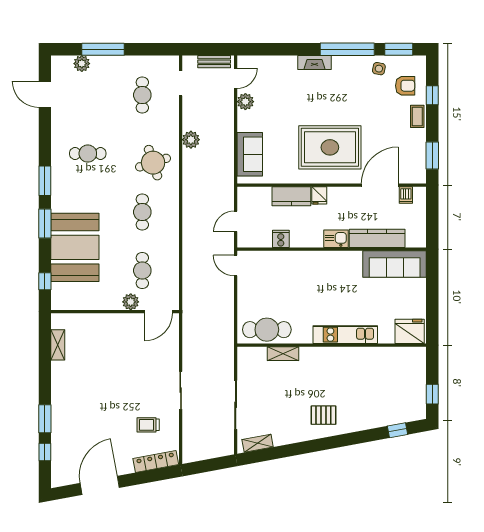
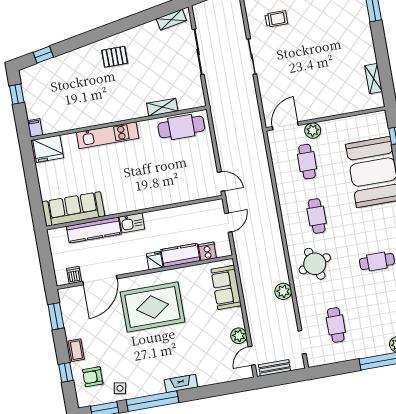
cooker: (281, 239) -> (207, 251), moved, turned 180
filing cabinet: (420, 356) -> (35, 128), added

